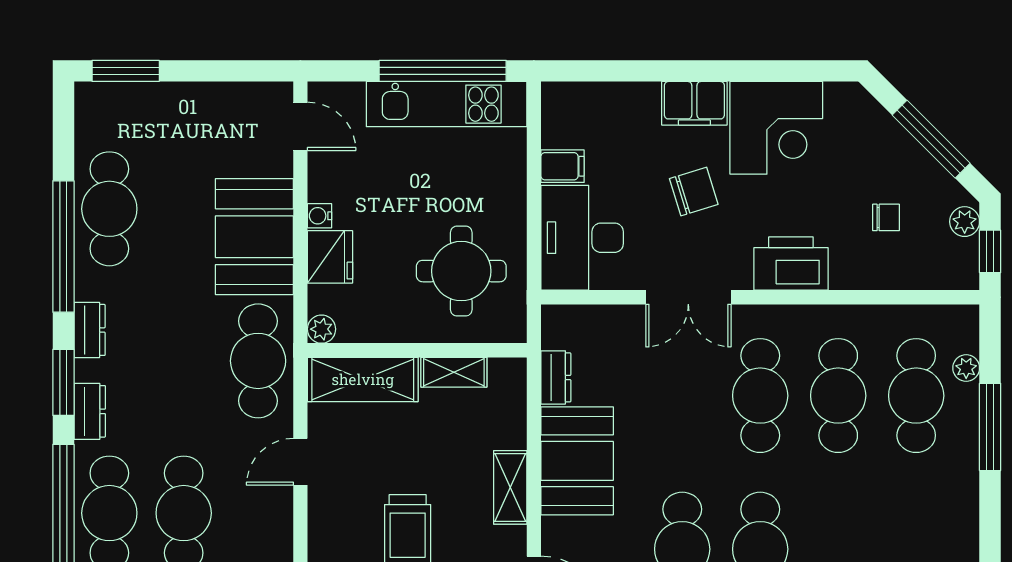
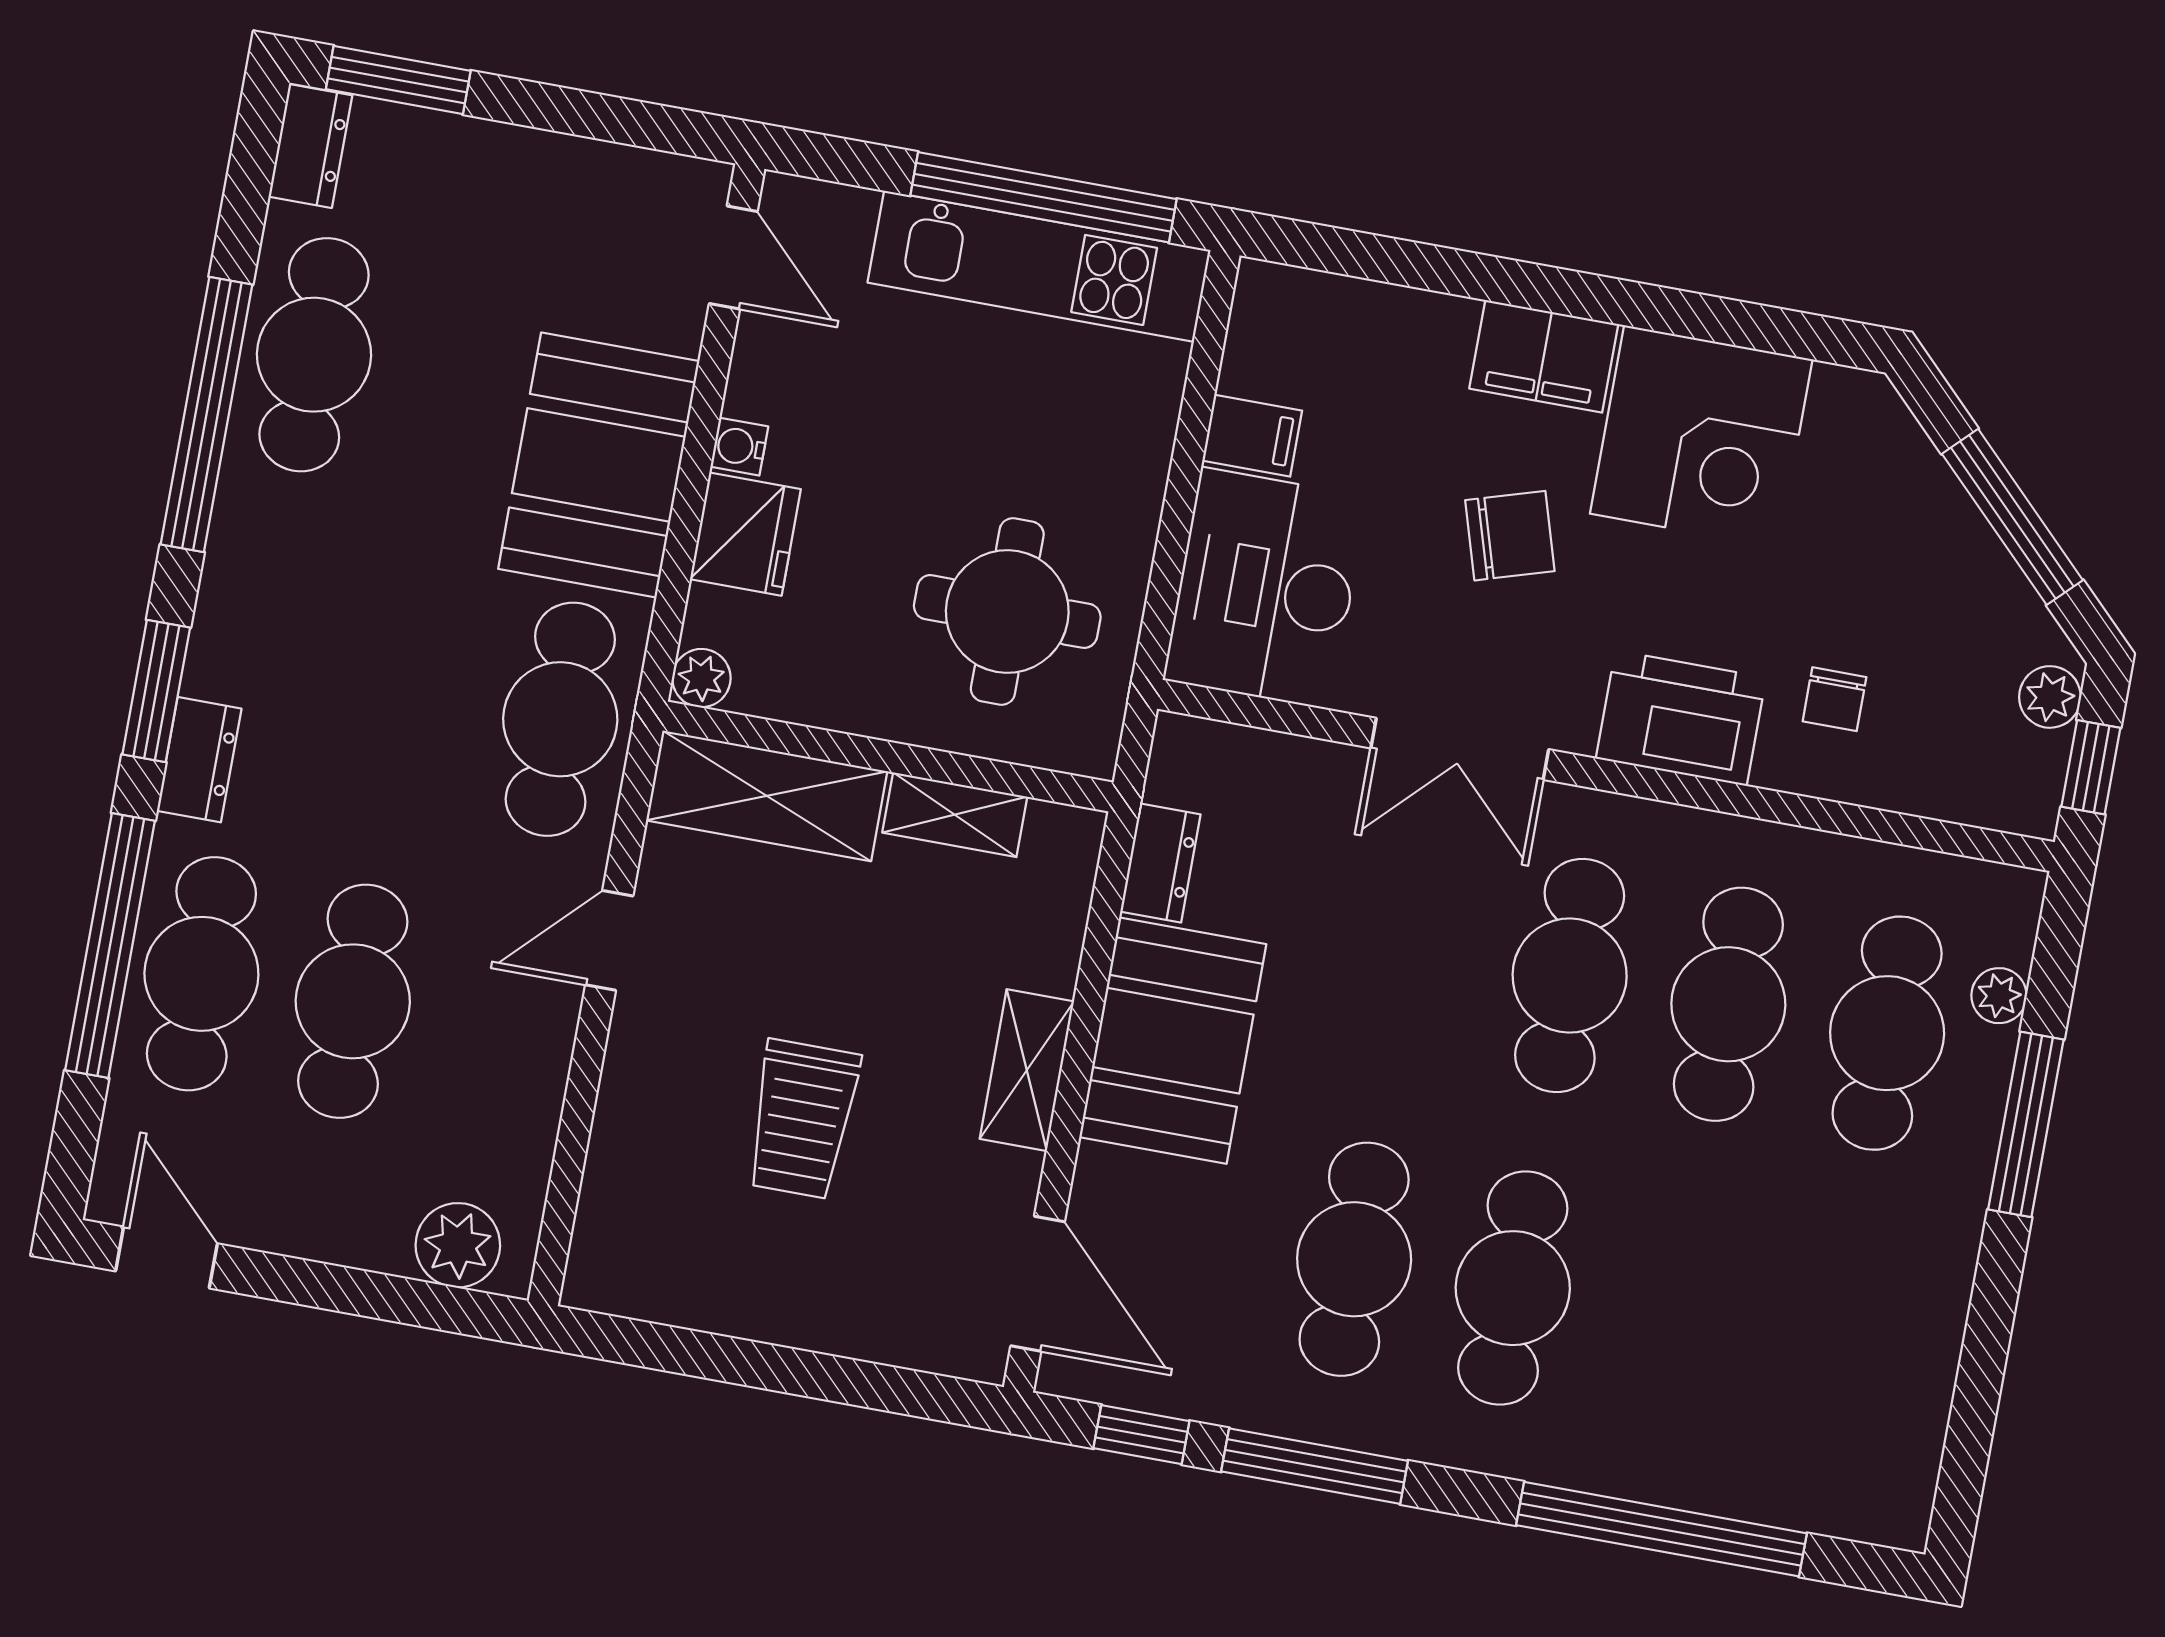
chair: (886, 217) -> (1834, 699), moved, turned 90
dresser: (90, 330) -> (310, 146), moved

